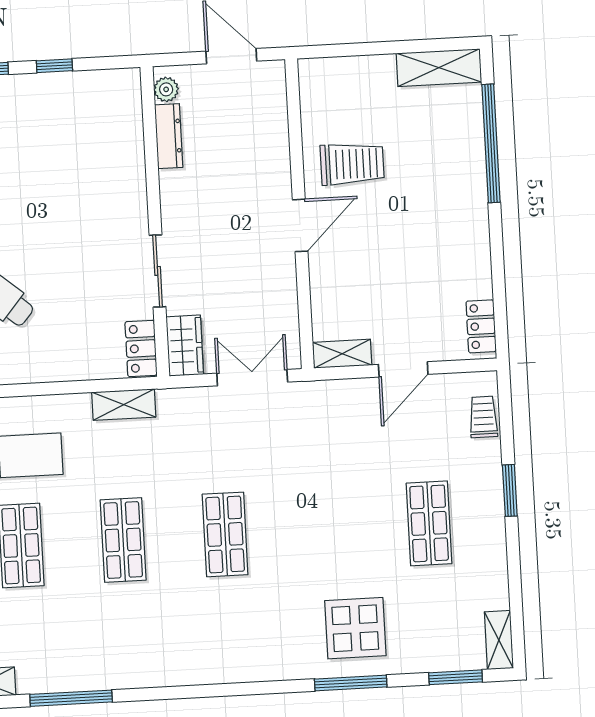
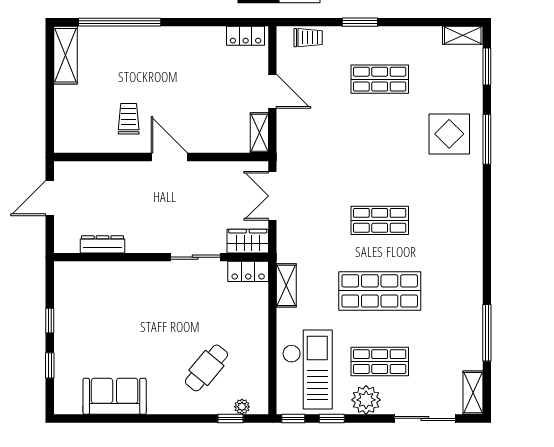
plant: (166, 89) -> (70, 244), removed
trolley: (352, 164) -> (129, 119), width x0.73, depth x0.72
trolley: (483, 417) -> (308, 38), turned 180
shop shelf: (123, 540) -> (380, 291), width x1.43, depth x1.36

